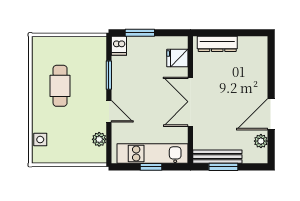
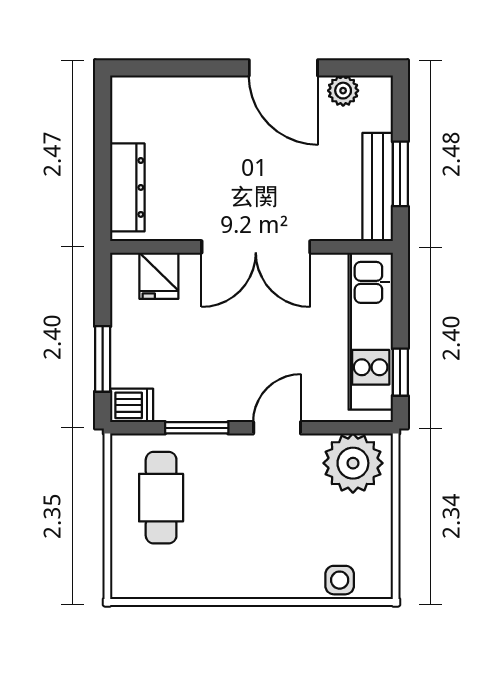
cafe table: (60, 86) -> (161, 498), moved, turned 90
plant: (99, 139) -> (353, 463), width x1.87, depth x1.87
window: (151, 167) -> (400, 372), moved

